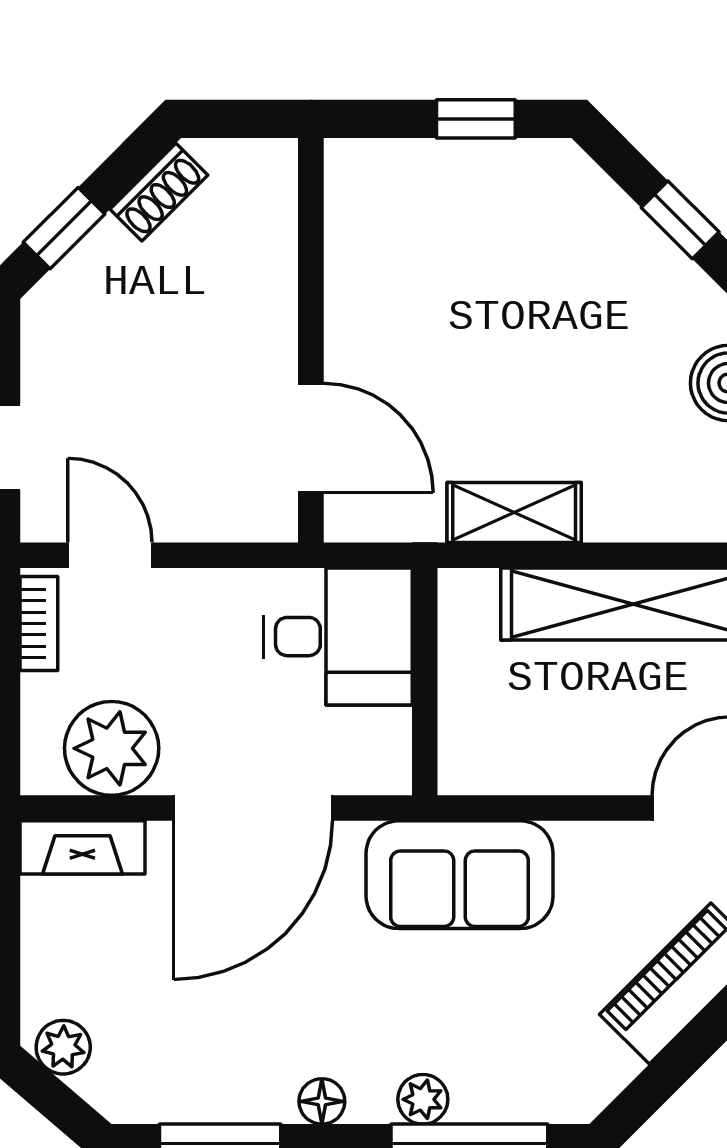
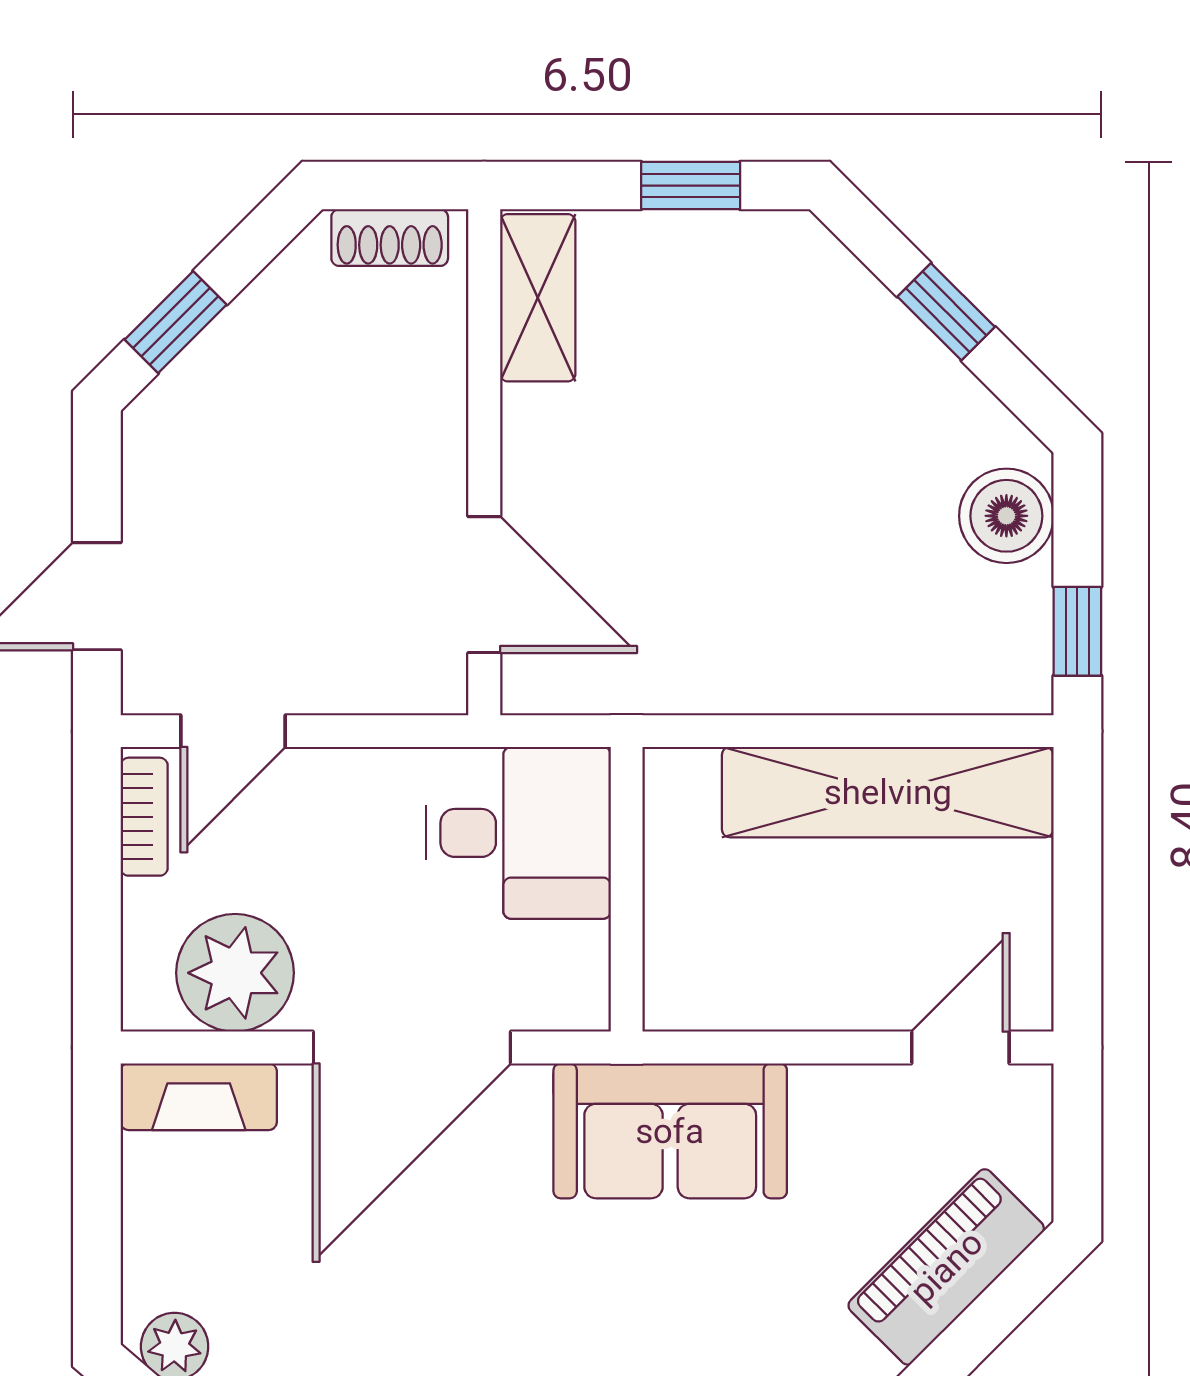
shoe rack: (159, 192) -> (390, 238), moved, turned 45
shelving: (514, 512) -> (538, 298), moved, turned 90
door: (110, 555) -> (233, 731), swing flipped

